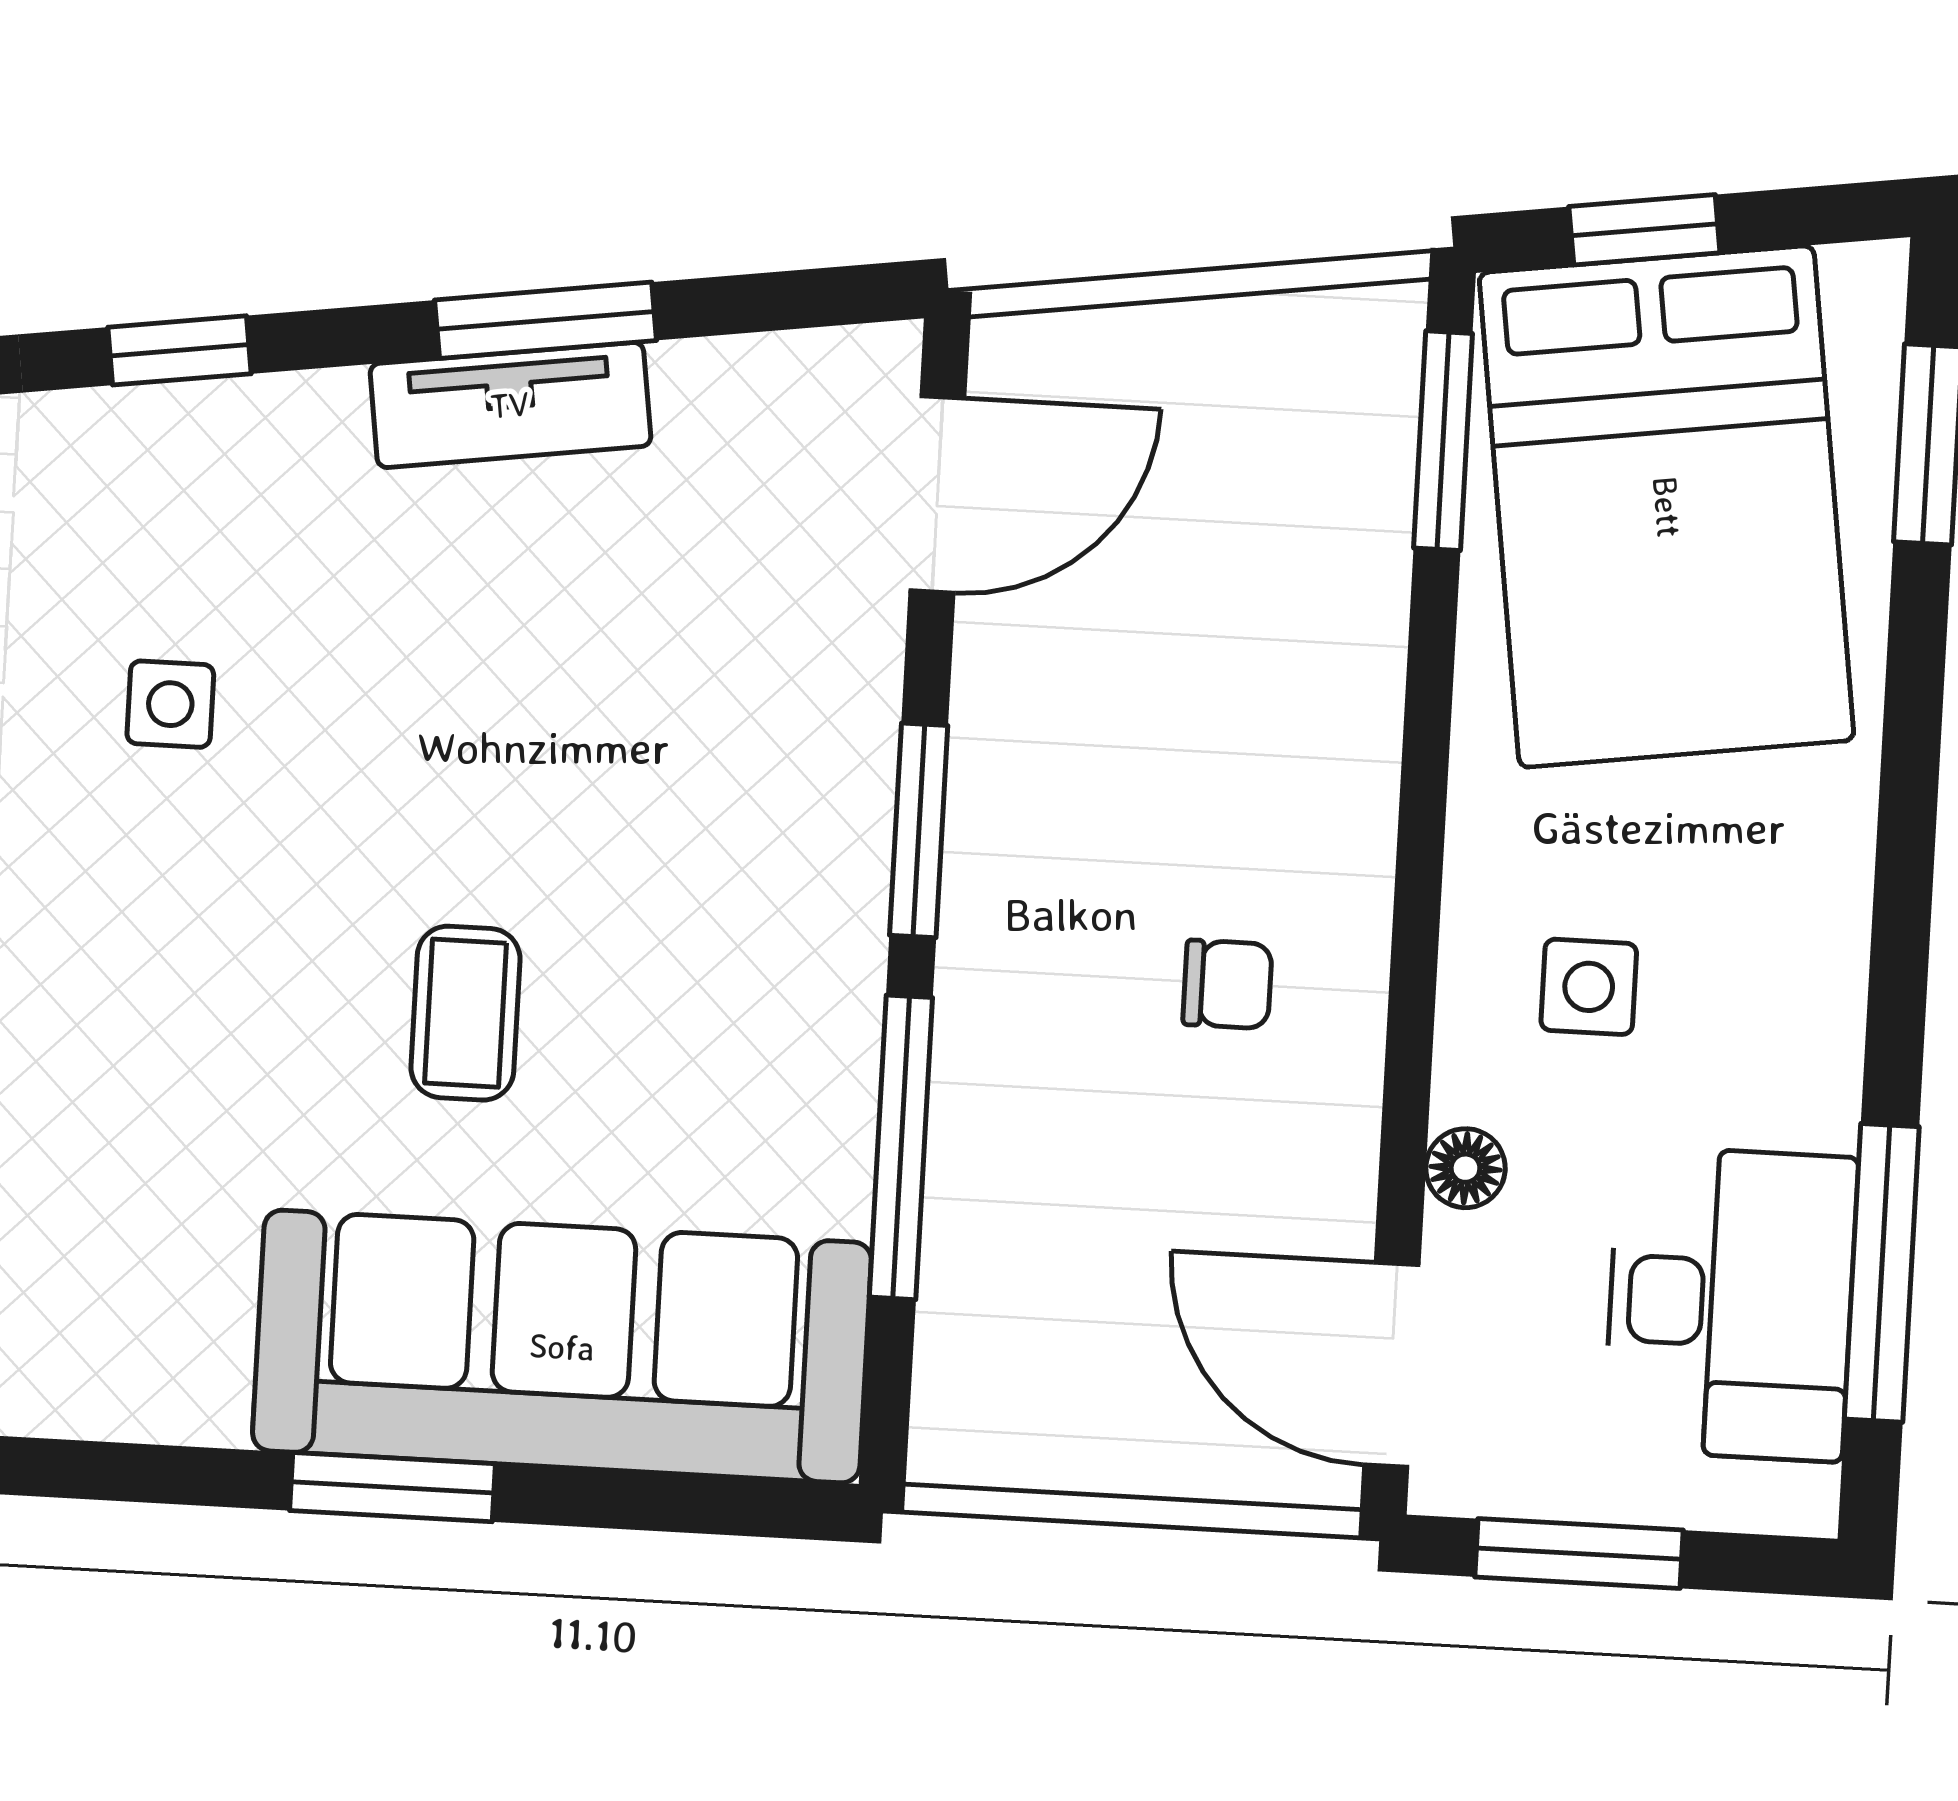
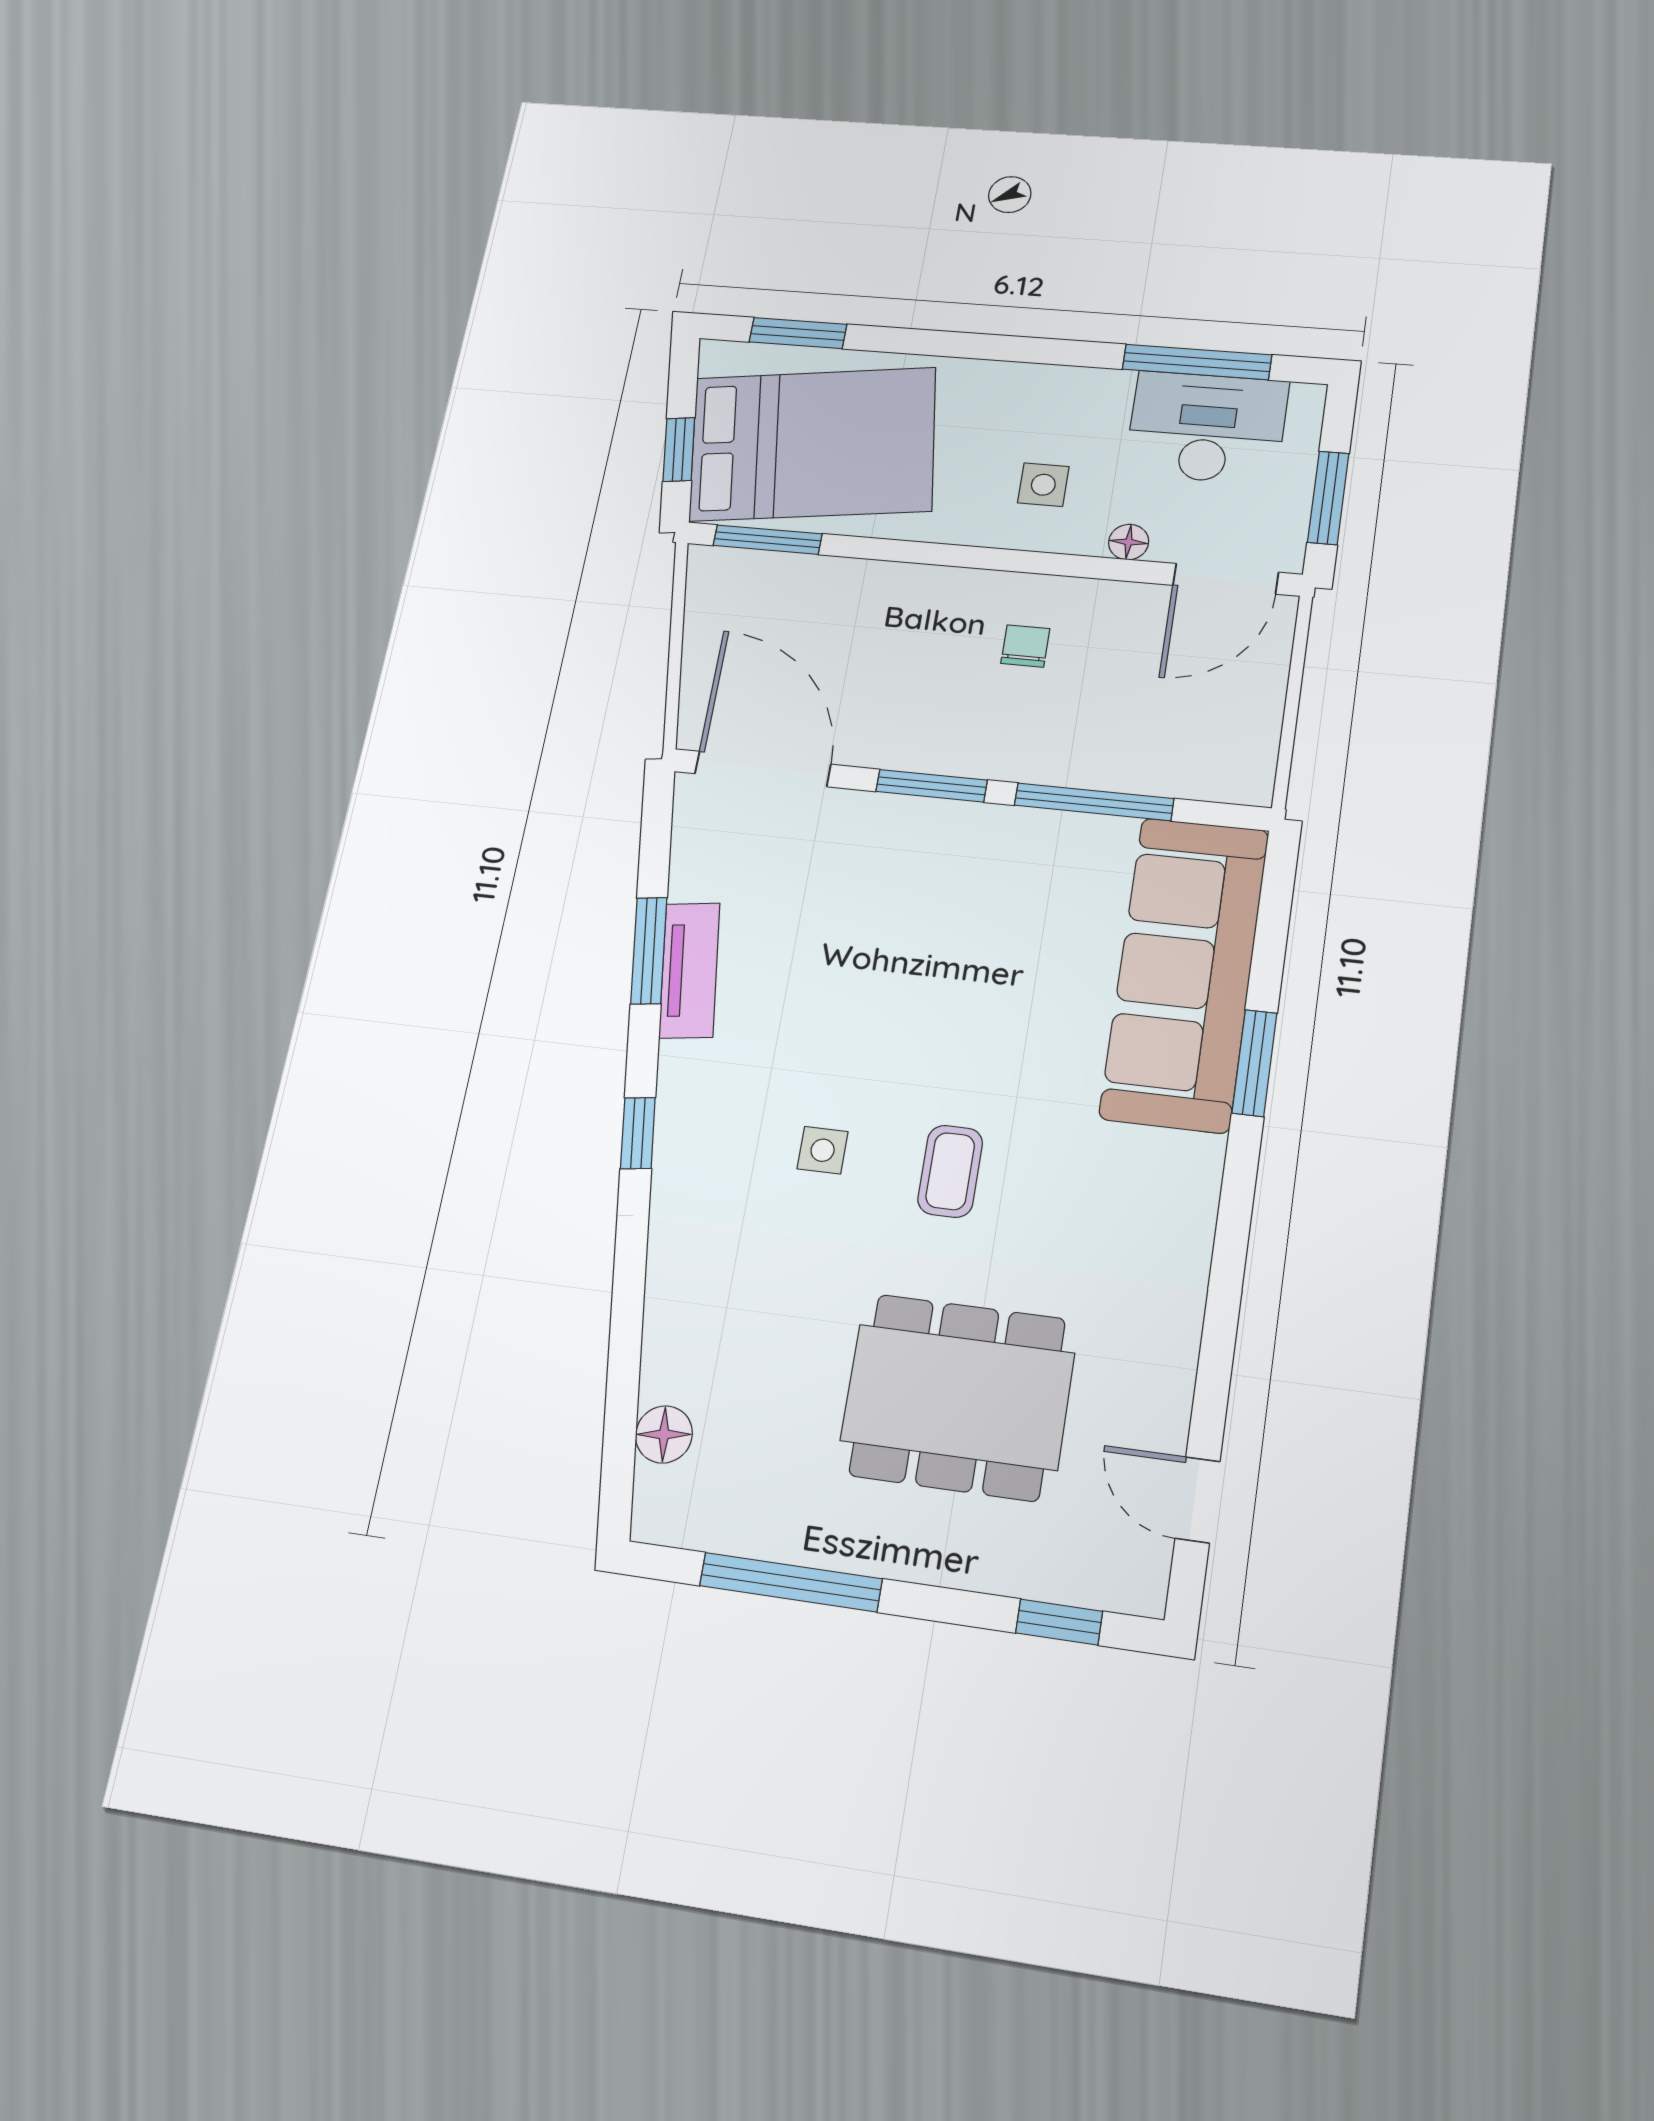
door: (937, 494) -> (763, 769), width x1.36
coffee table: (466, 1013) -> (950, 1171), moved, turned 90

